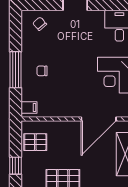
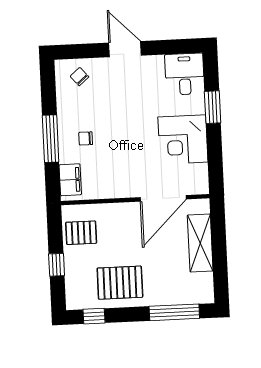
filing cabinet: (29, 107) -> (70, 180), width x2.00

